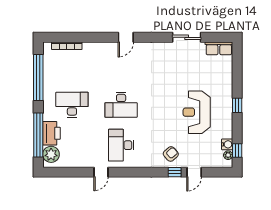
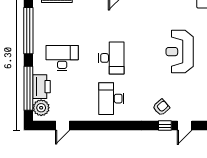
desk: (121, 105) -> (111, 58), turned -90
reception desk: (197, 112) -> (180, 52), moved
door: (101, 172) -> (63, 126), moved

